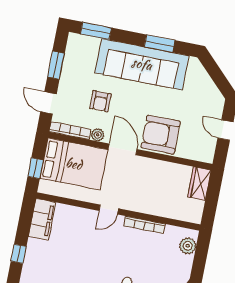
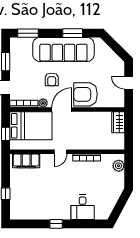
armchair: (100, 101) -> (52, 79), moved
door: (123, 149) -> (62, 109), hinge flipped
filing cabinet: (42, 219) -> (26, 161), moved, turned 90

